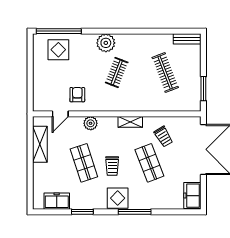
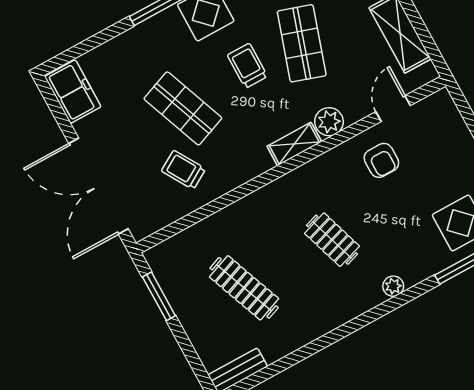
plant: (106, 43) -> (393, 286), width x0.53, depth x0.53
clothes rail: (117, 73) -> (332, 240), turned -39
shelving: (130, 122) -> (294, 144), moved
shop shelf: (84, 163) -> (302, 43), turned 36

